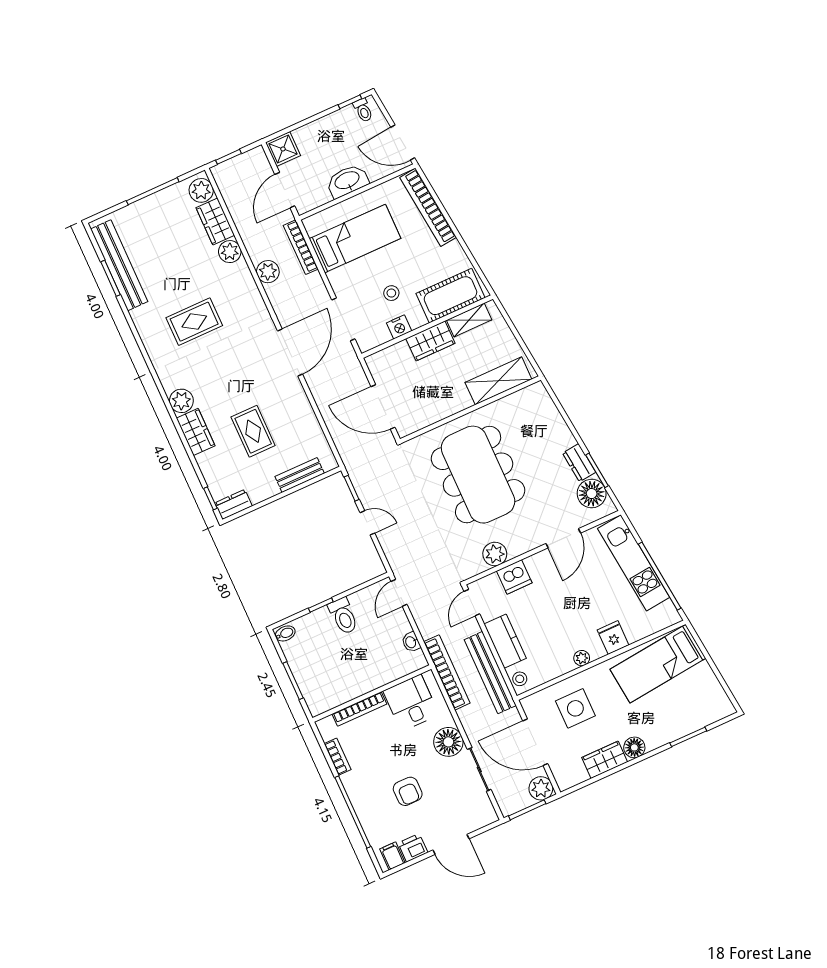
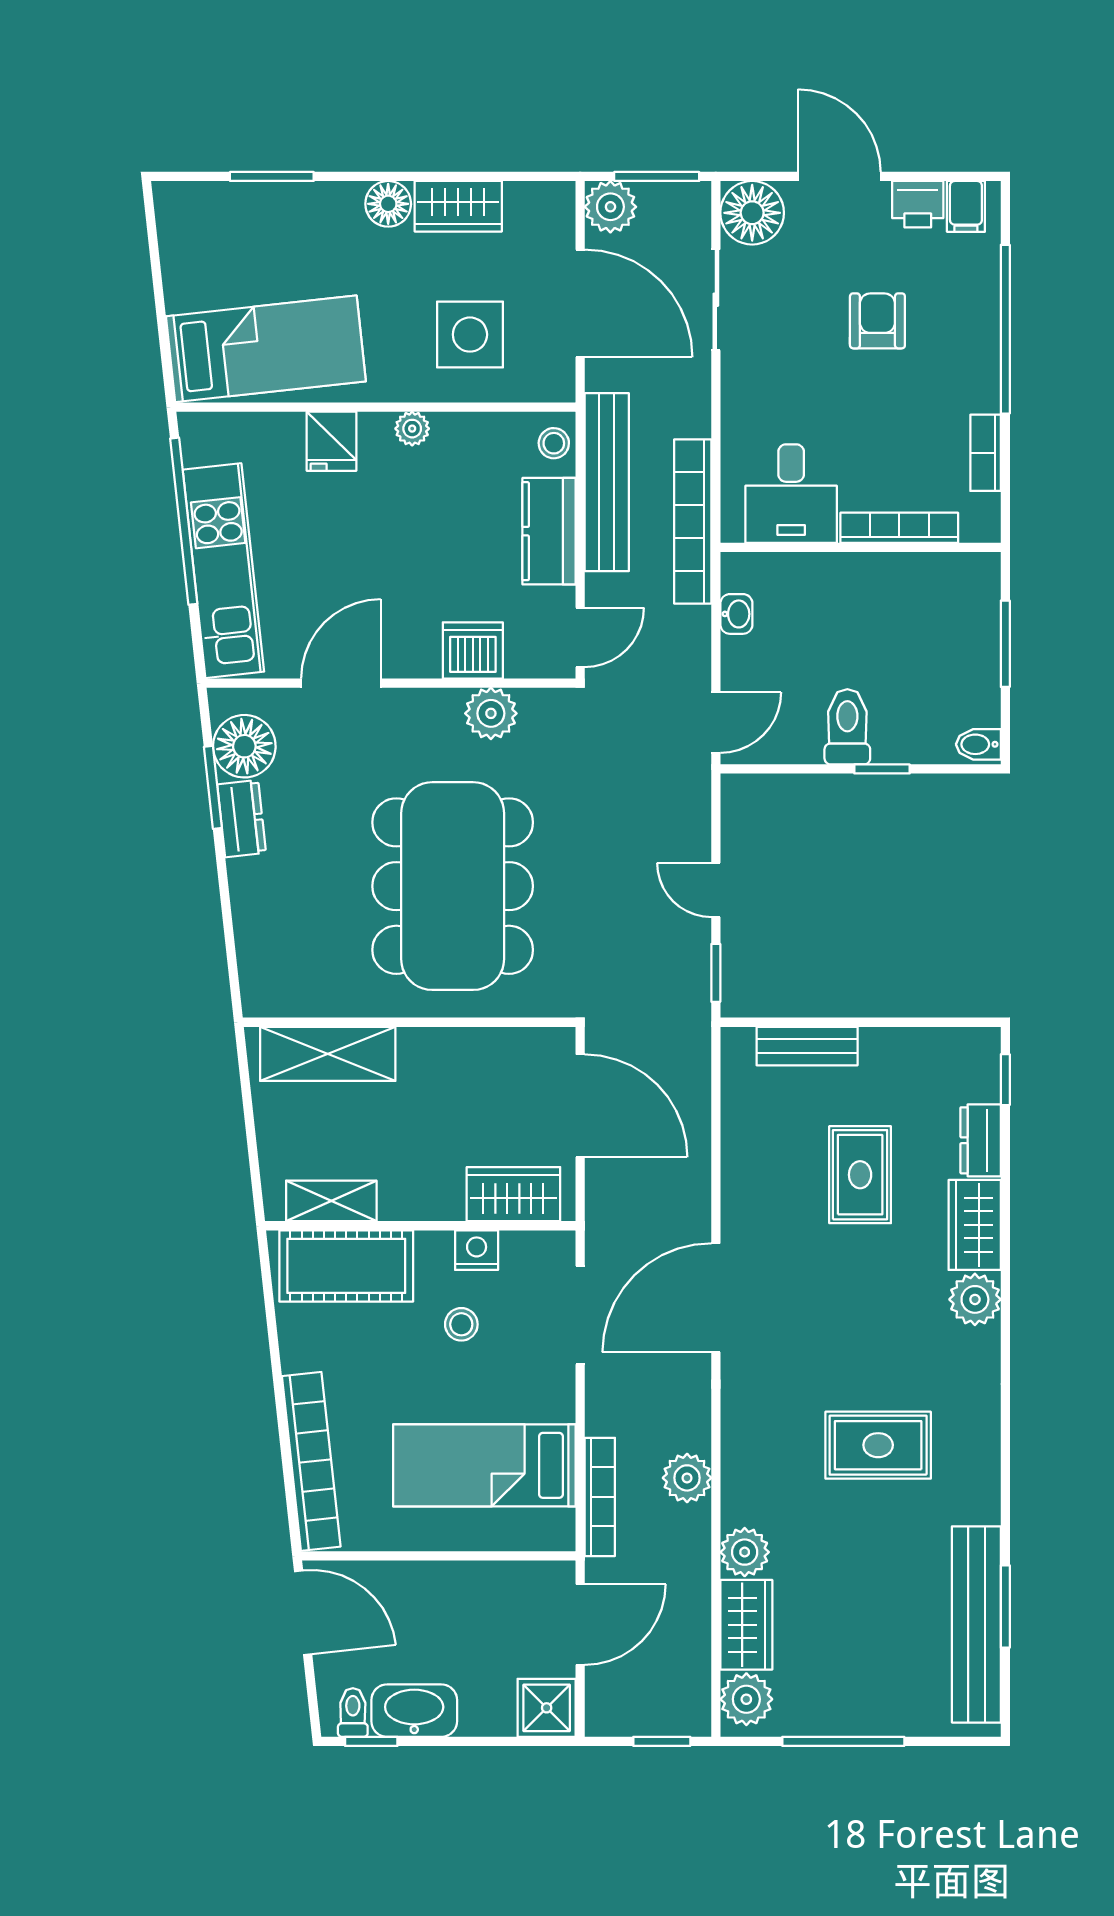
washbasin: (347, 181) -> (414, 1711), moved, turned 180
wardrobe: (430, 341) -> (513, 1194), moved
dresser: (233, 504) -> (981, 1140), moved, turned 90
floor lamp: (448, 742) -> (752, 213), moved

